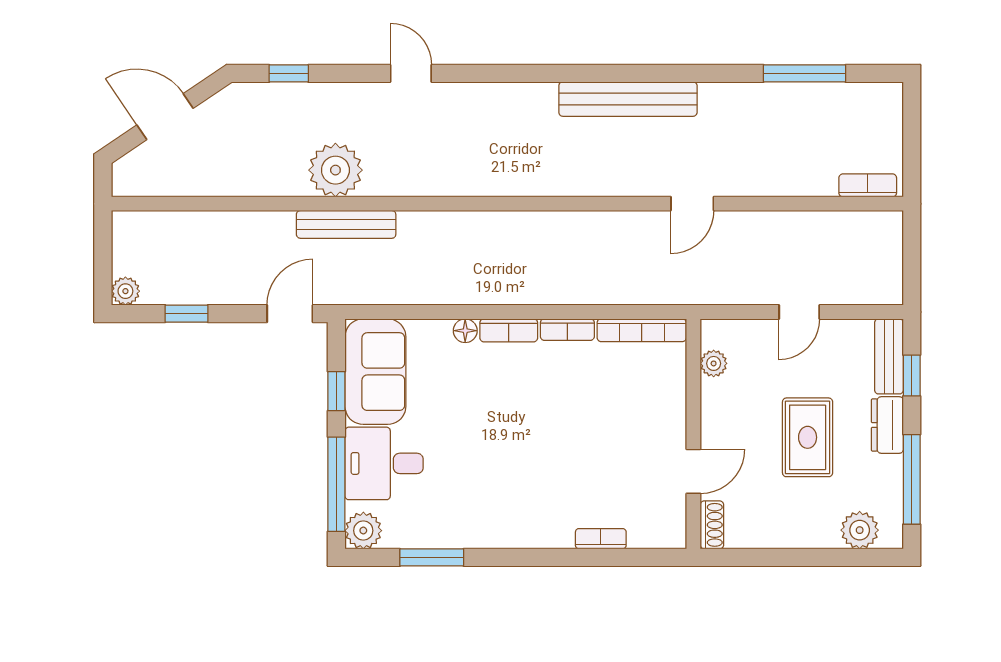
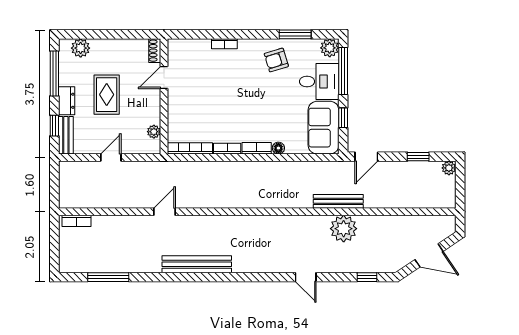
armchair: (469, 506) -> (276, 60), added
bookcase: (601, 539) -> (224, 44), moved

